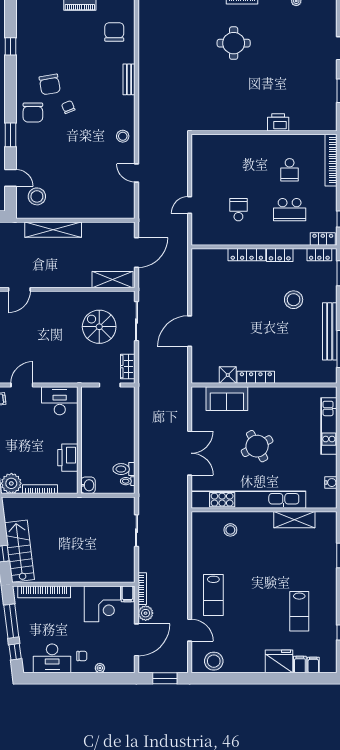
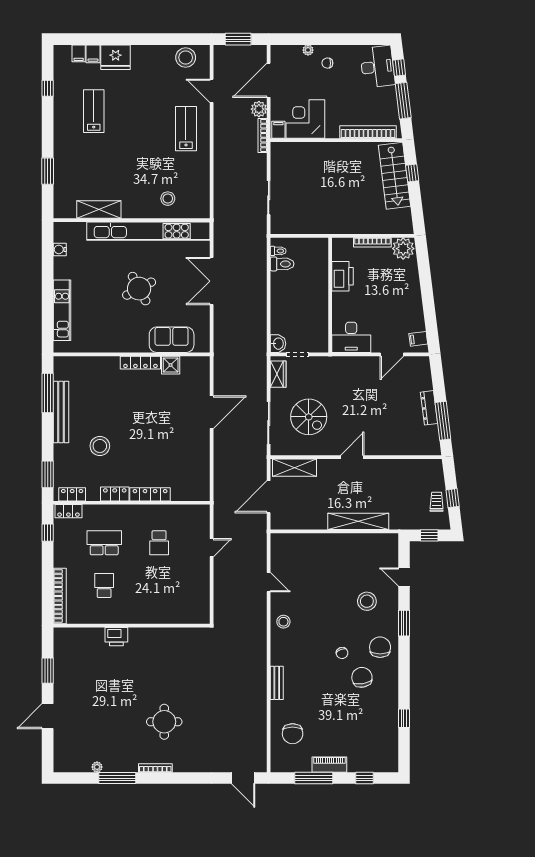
stool: (37, 196) -> (367, 601), moved
door: (19, 289) -> (352, 457), moved
washbasin: (88, 485) -> (278, 344), moved, turned 180
desk: (52, 658) -> (377, 67), moved, turned 83

